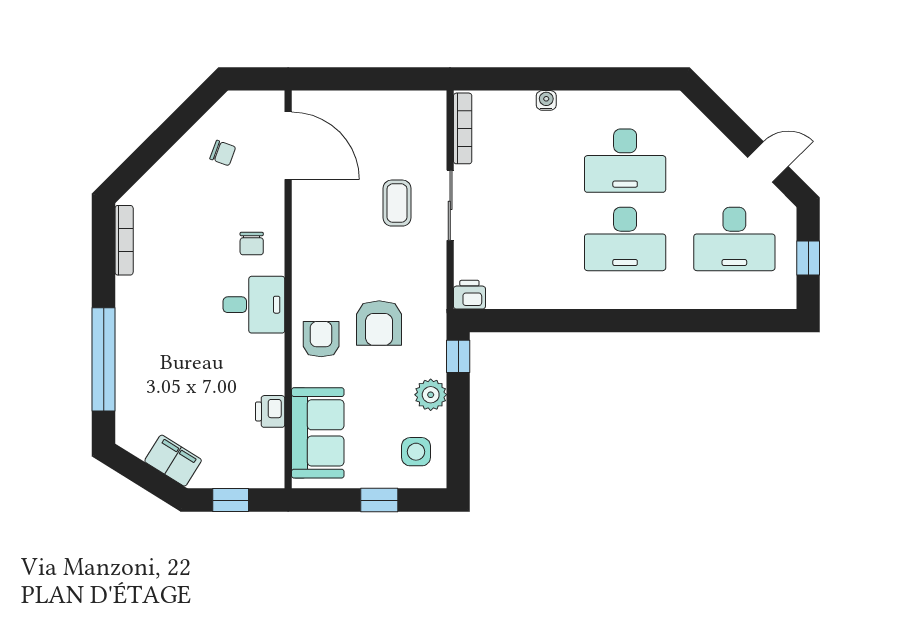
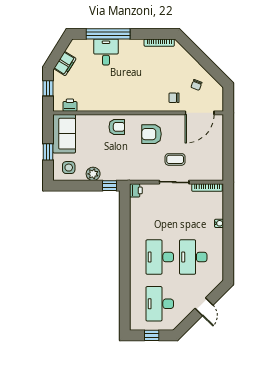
door: (768, 162) -> (204, 307), moved
chair: (252, 244) -> (174, 98), moved
desk: (254, 305) -> (106, 52), moved, turned 180
armchair: (379, 323) -> (151, 134), moved
printer: (270, 411) -> (70, 105), moved
sofa: (318, 433) -> (64, 134), moved, turned -90

